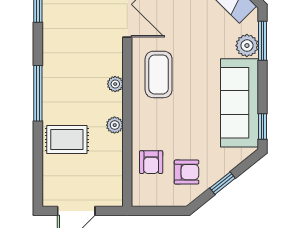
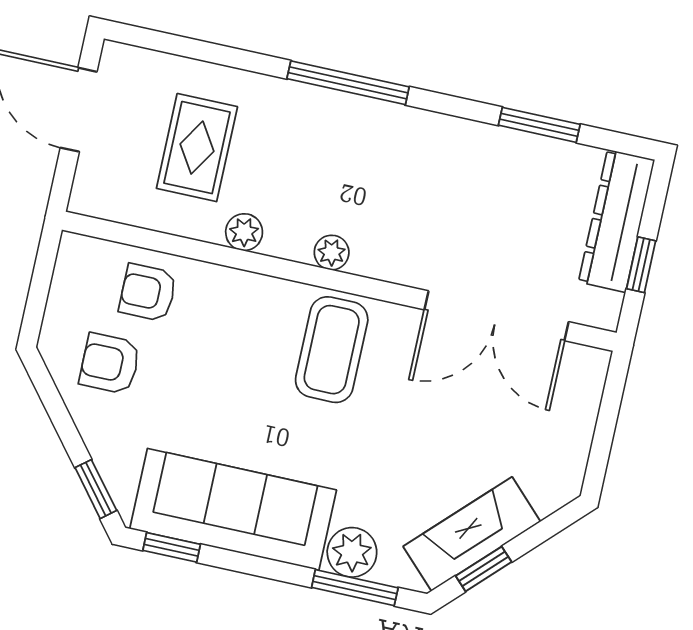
coffee table: (159, 74) -> (332, 350), turned 90
rug: (67, 139) -> (197, 148), moved
armchair: (187, 172) -> (110, 364), turned 90
window: (223, 183) -> (96, 489), moved

